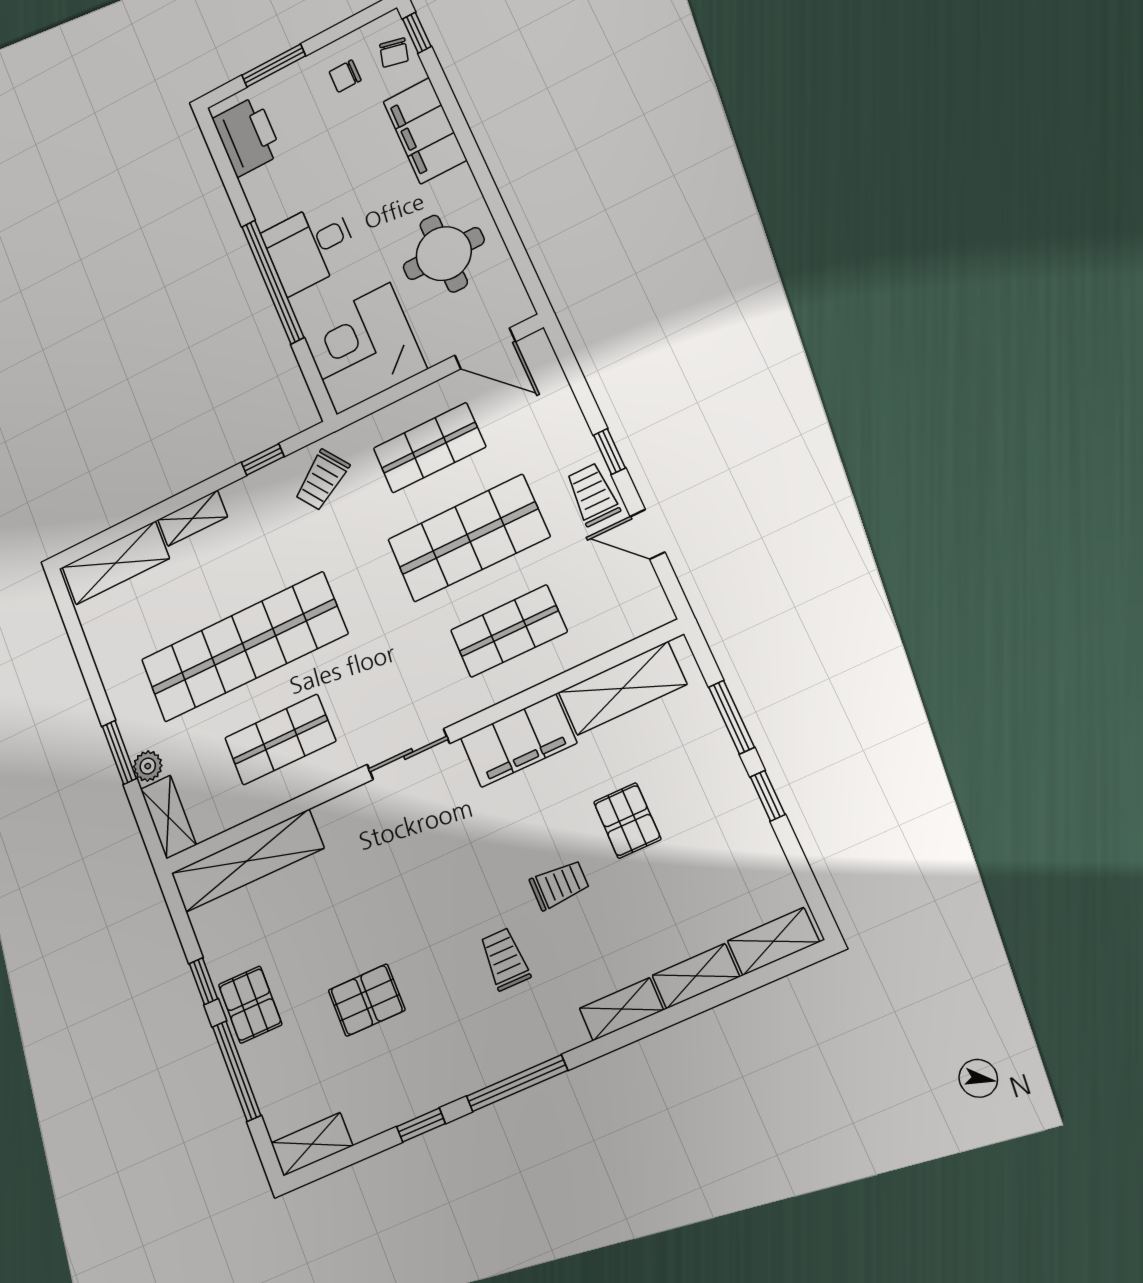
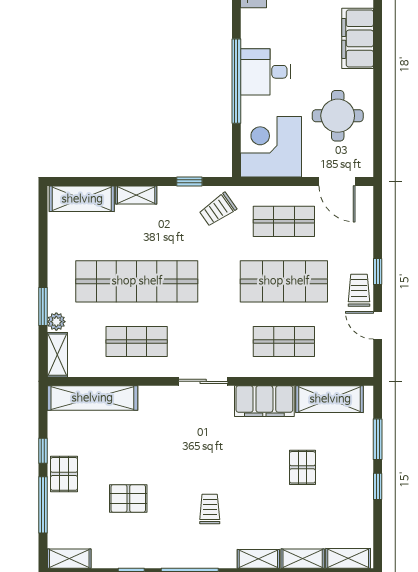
trolley: (559, 885) -> (254, 484), removed

